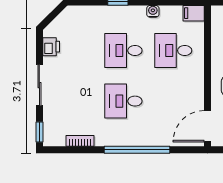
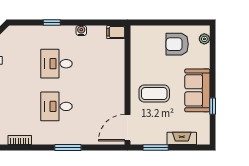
desk: (173, 51) -> (98, 64), removed
window: (137, 150) -> (68, 148), width x0.47

